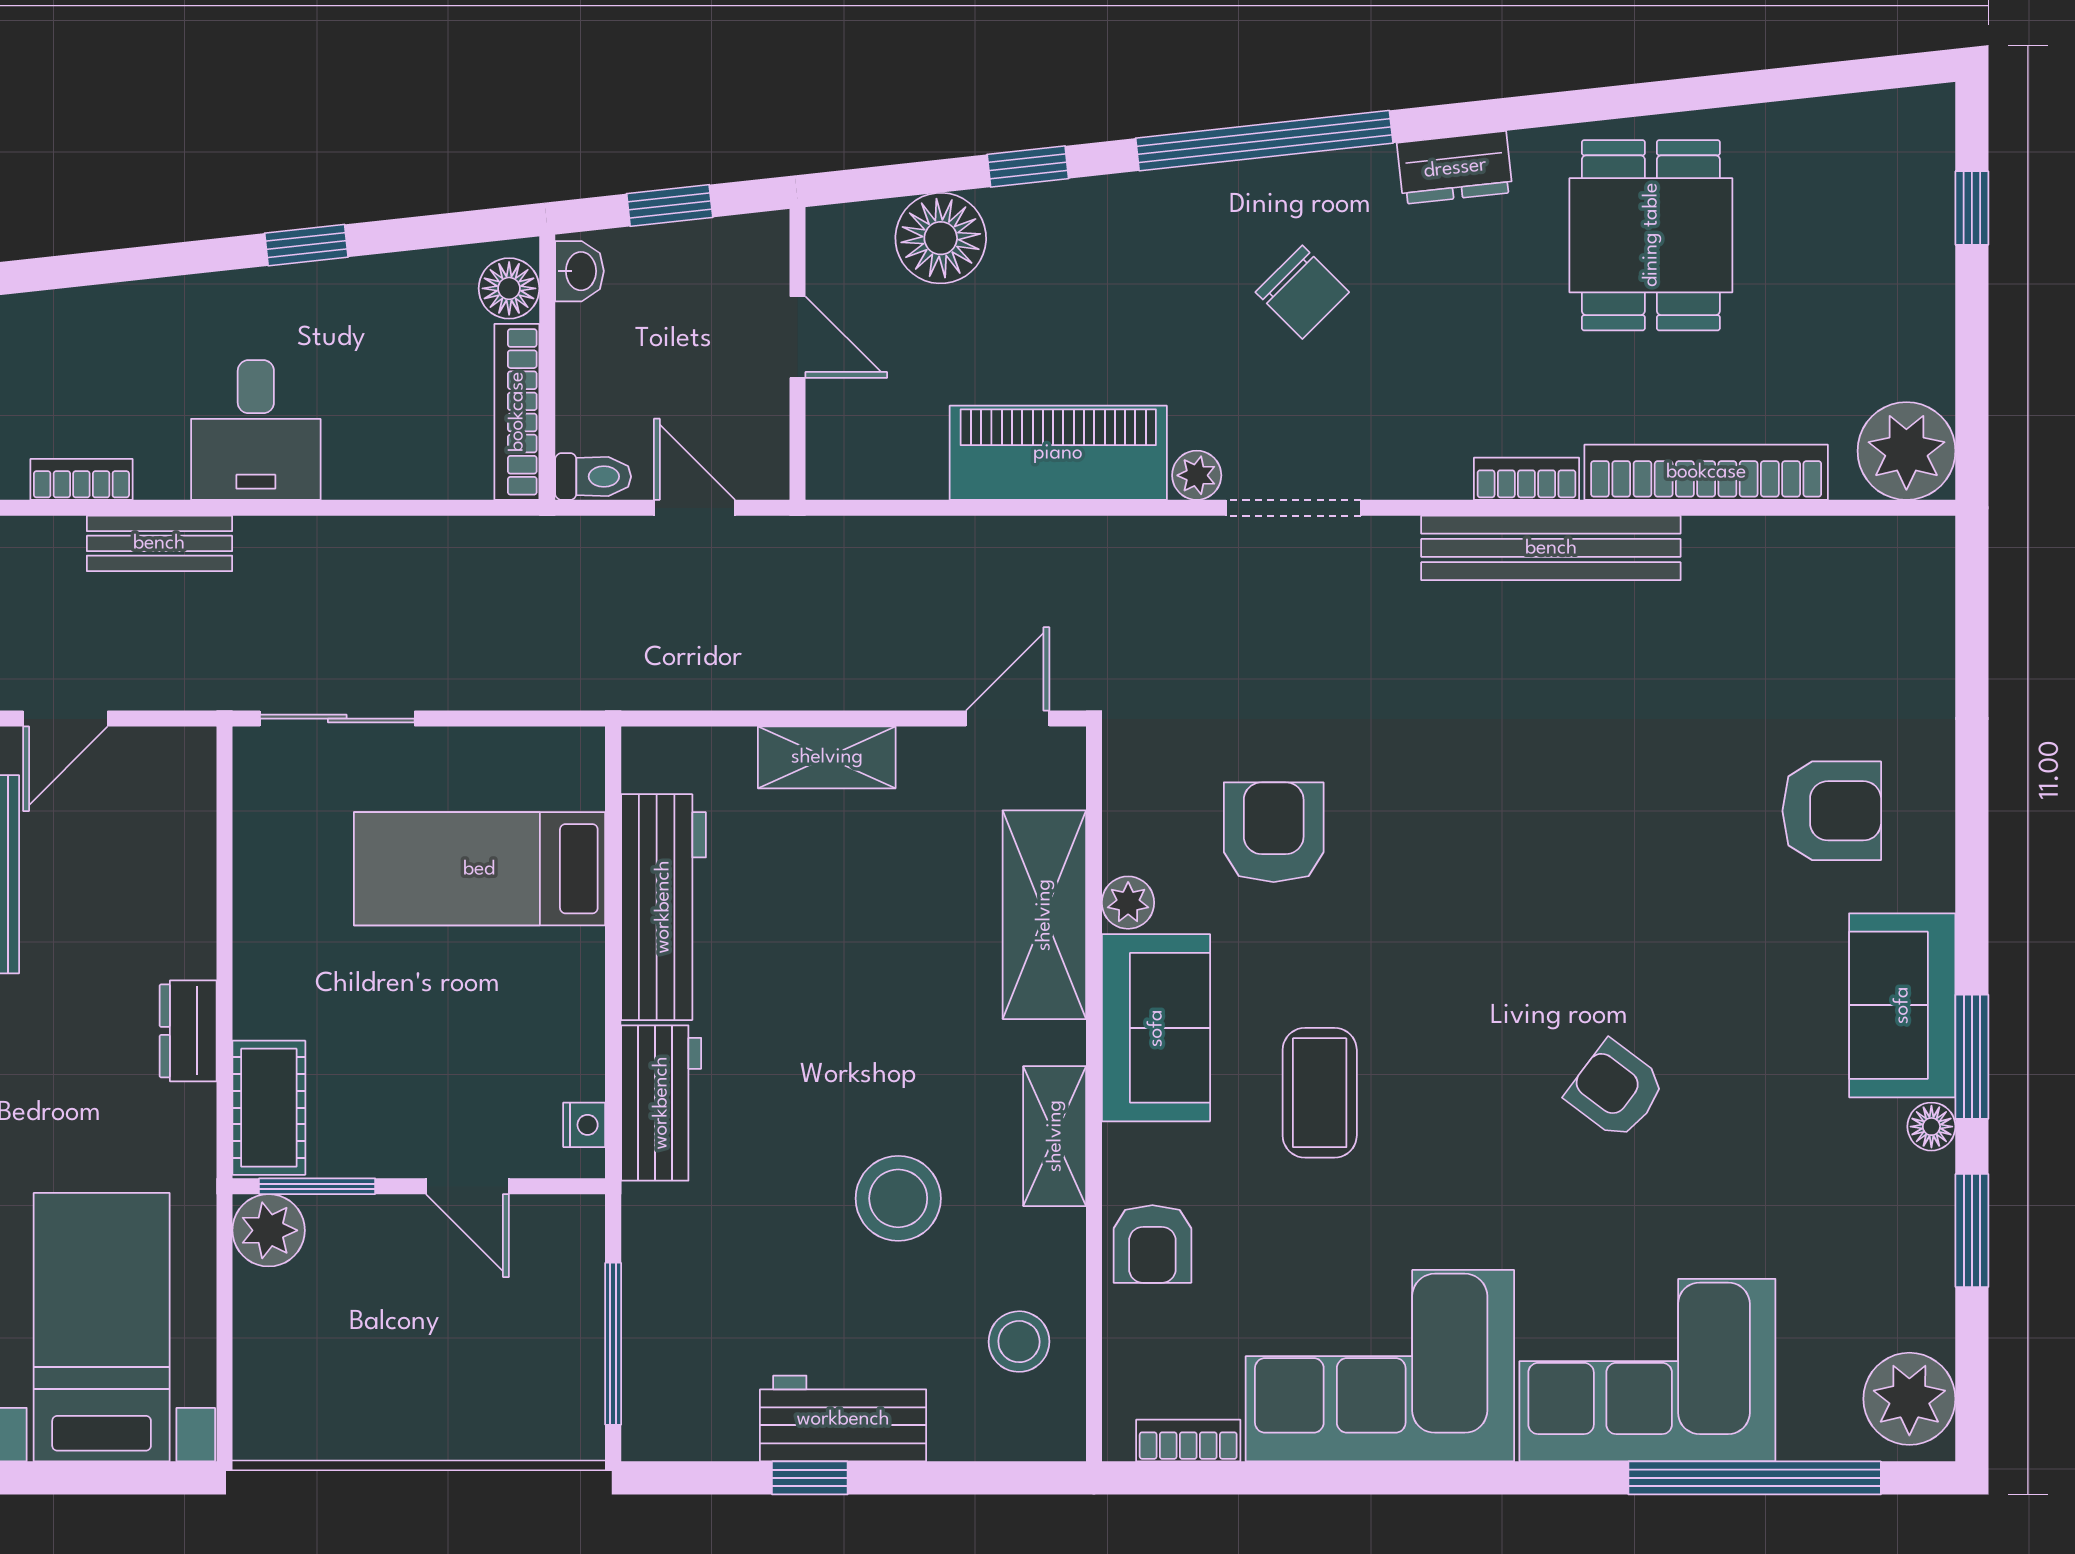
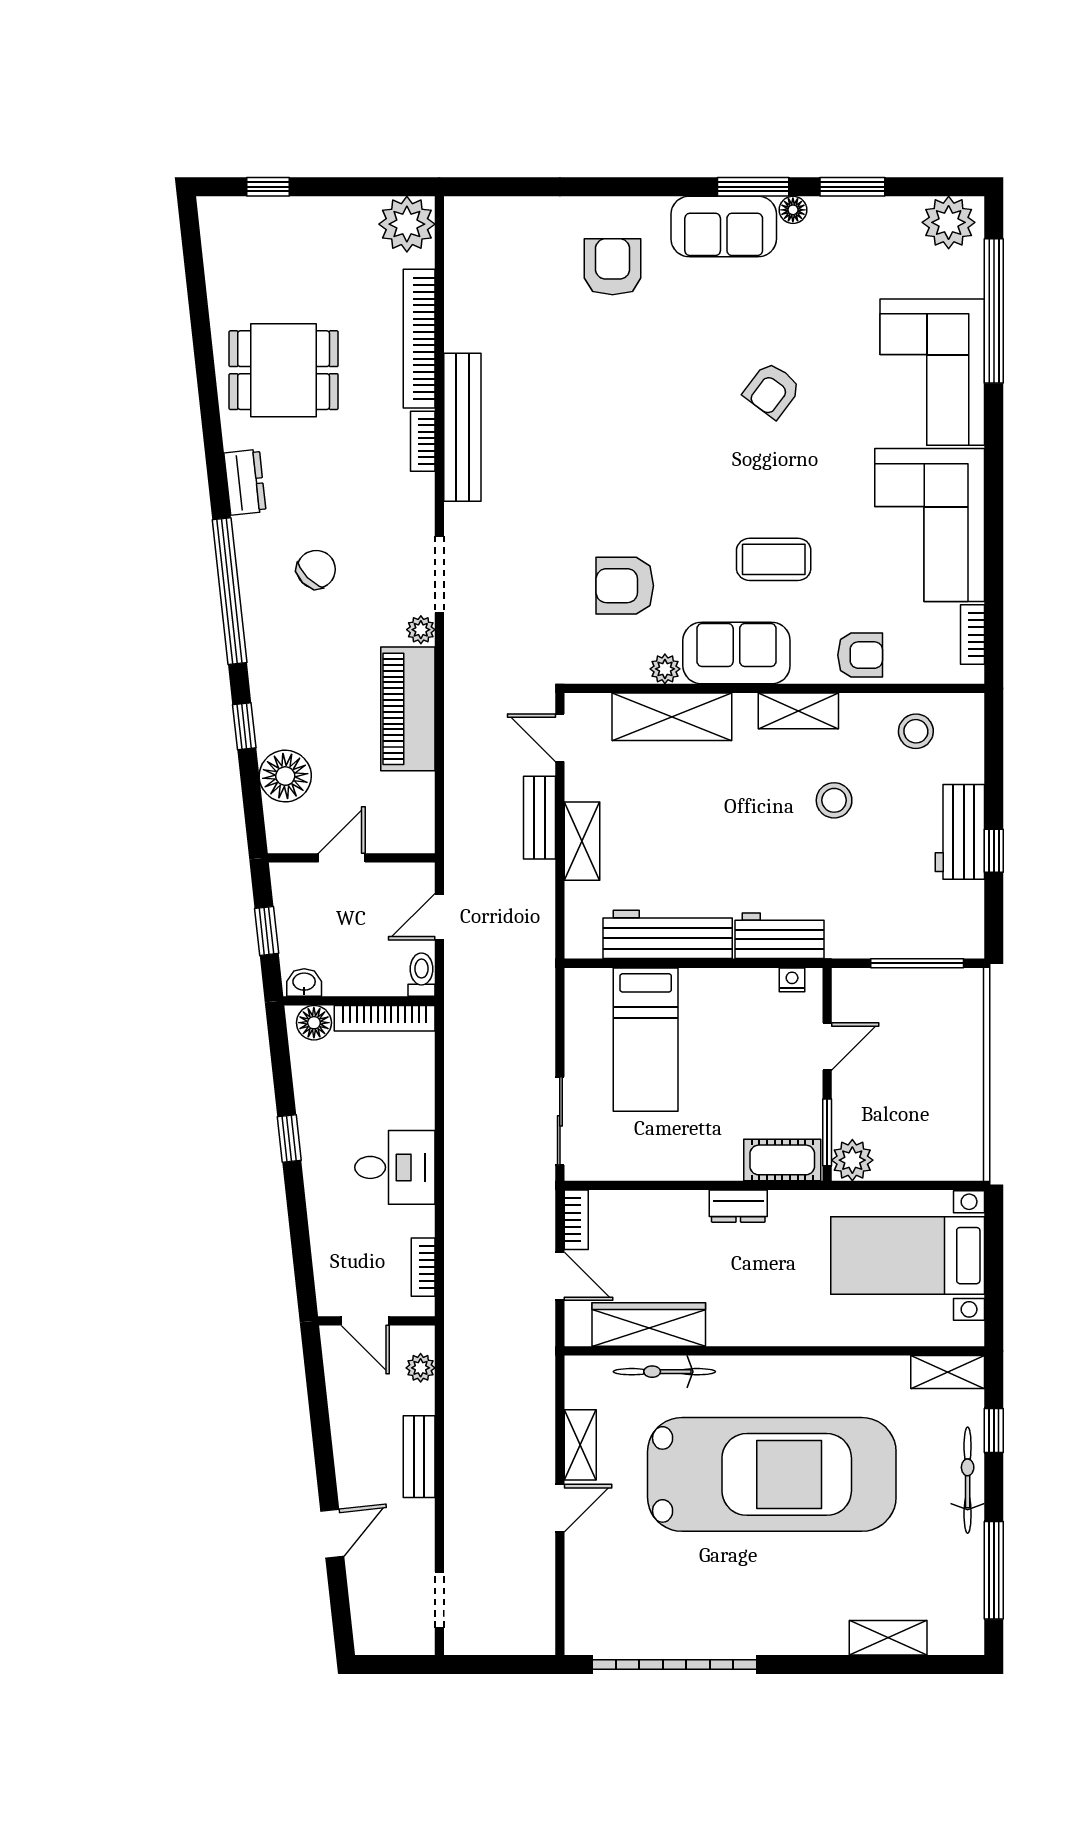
bench: (159, 543) -> (539, 818), moved
bookcase: (164, 747) -> (576, 1220), added
stool: (898, 1198) -> (834, 800), width x0.73, depth x0.73

